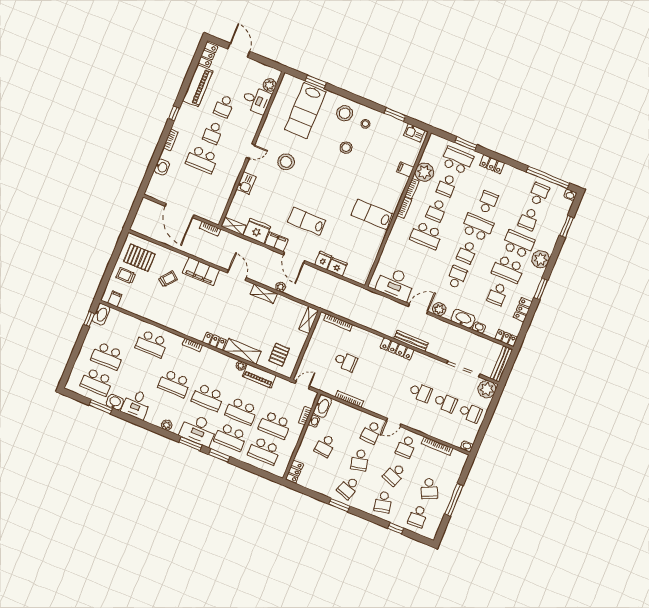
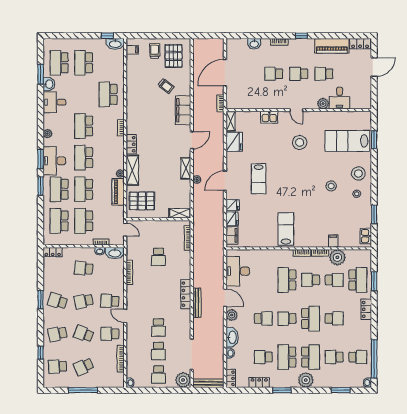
plant: (270, 85) -> (323, 104), moved
school desk: (202, 159) -> (274, 74), width x0.54
school desk: (447, 185) -> (334, 280), turned 180
lab bench: (307, 221) -> (259, 179), turned 180
filing cabinet: (276, 242) -> (232, 235), moved
pallet: (279, 355) -> (142, 201), width x1.50, depth x1.42

